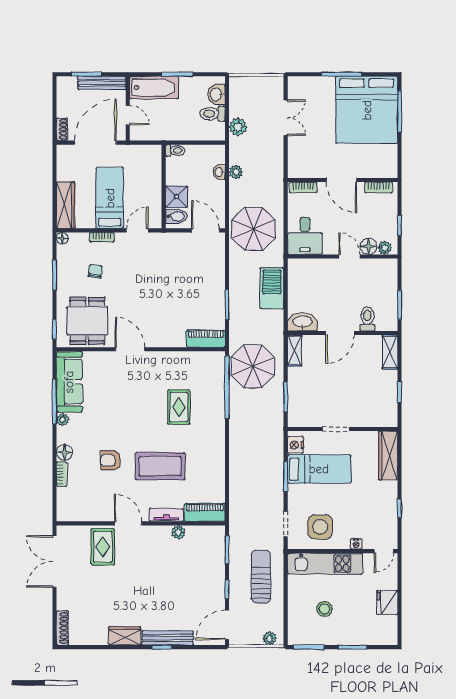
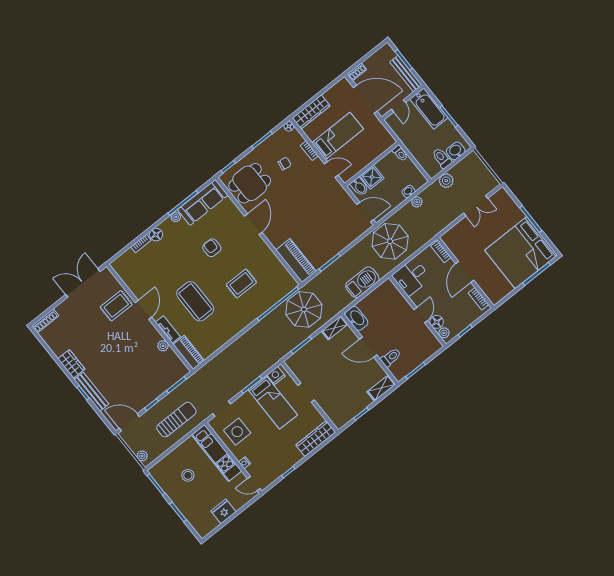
door: (205, 230) -> (365, 212), hinge flipped
piano: (206, 339) -> (296, 261), width x1.37, depth x1.33
armchair: (111, 460) -> (212, 248), moved

